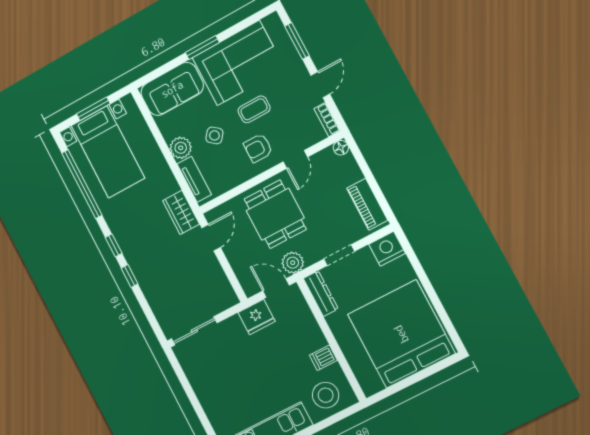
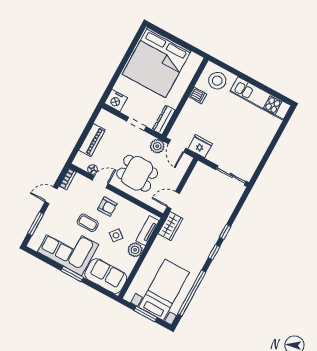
floor lamp: (341, 148) -> (93, 169), moved
piano: (367, 204) -> (92, 140), moved
dining table: (275, 214) -> (137, 173), turned 90

